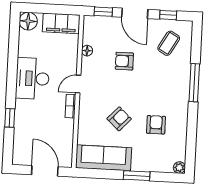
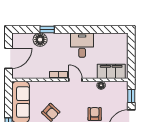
floor lamp: (28, 21) -> (40, 40), moved
filing cabinet: (61, 23) -> (111, 71), moved, turned 90
desk: (32, 78) -> (82, 45), width x0.73

